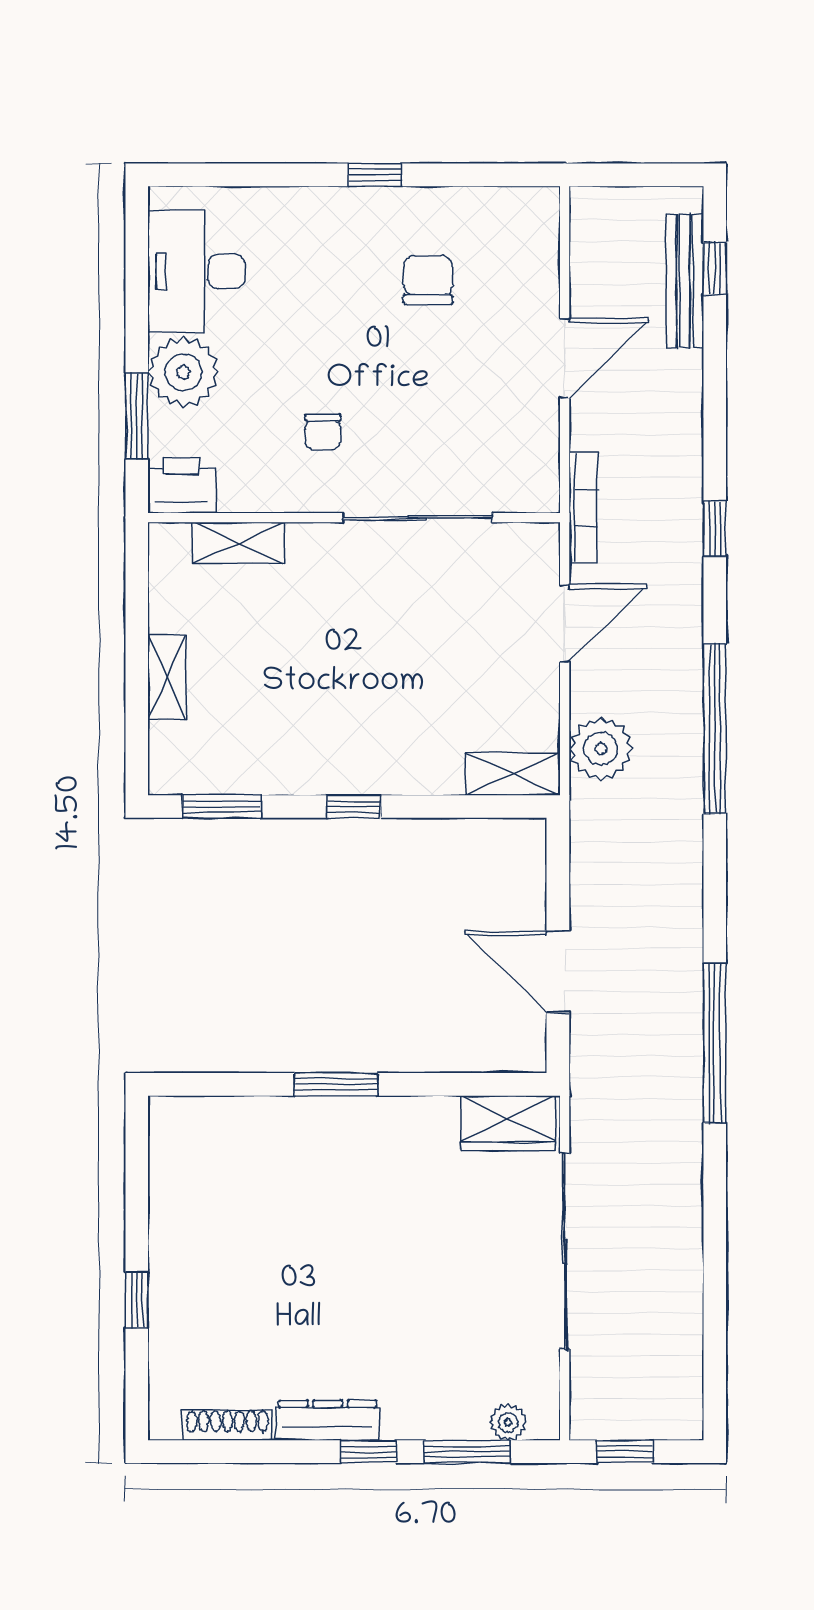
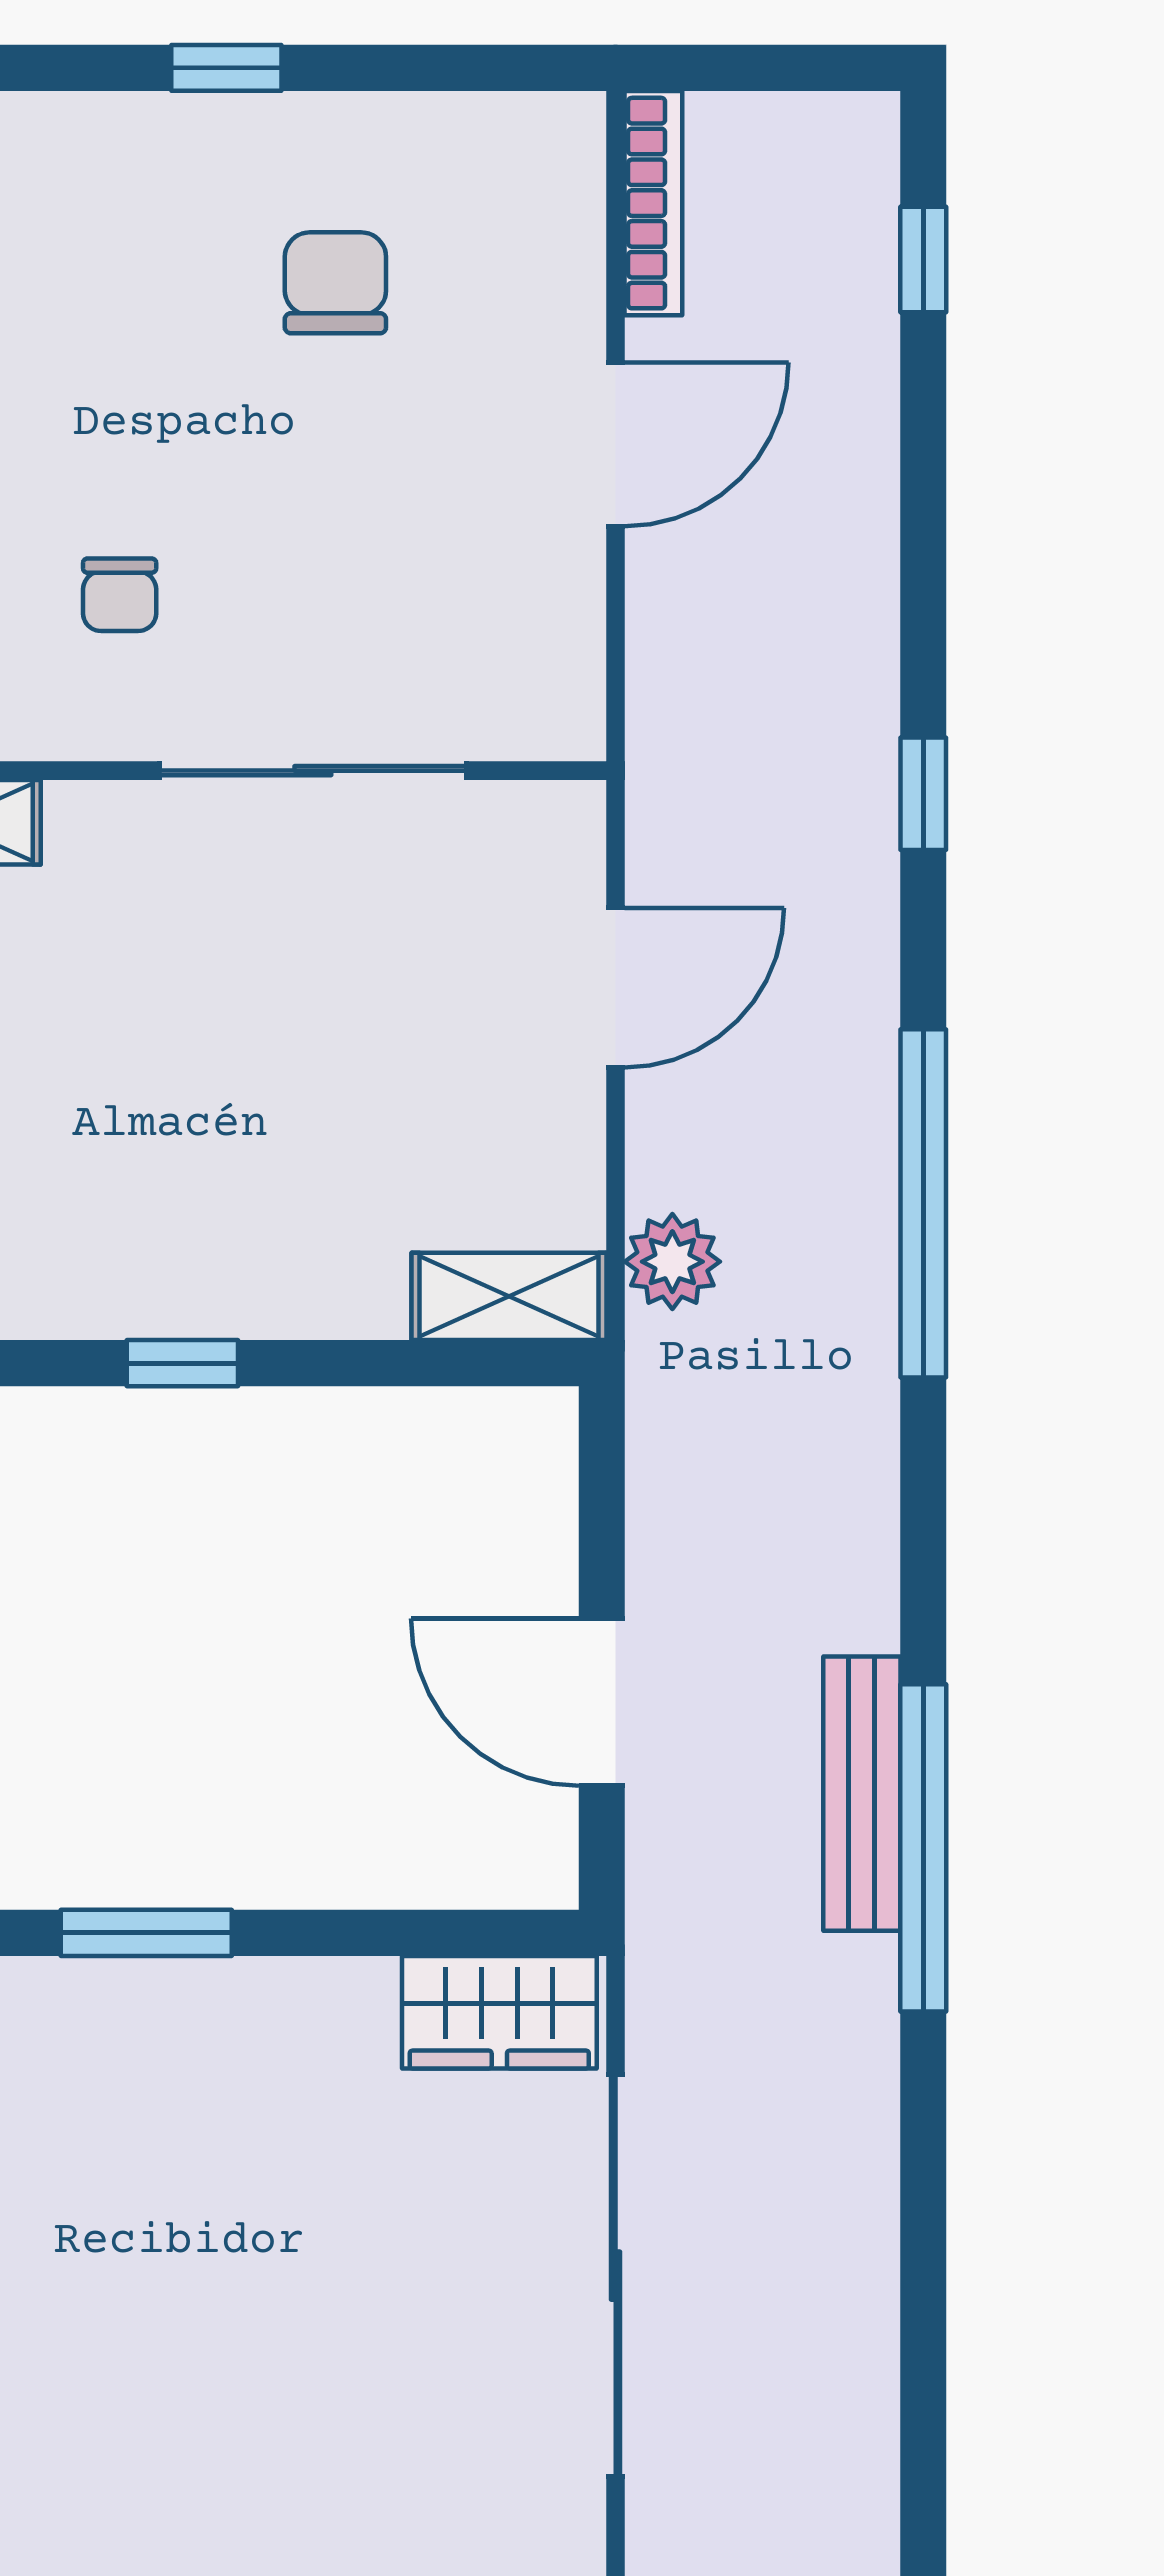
bench: (685, 281) -> (862, 1794), moved
bookcase: (583, 508) -> (653, 203), moved
plant: (601, 749) -> (672, 1262), width x0.73, depth x0.73

